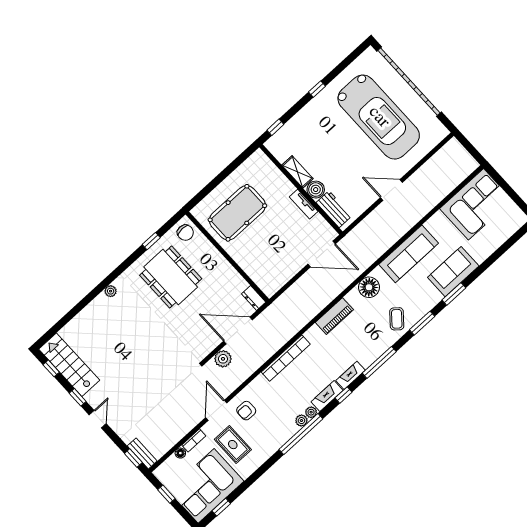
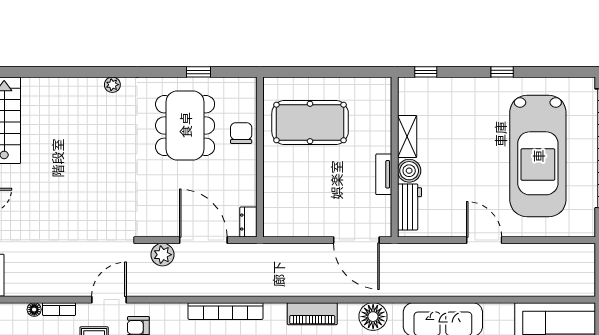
chair: (185, 233) -> (241, 133), moved, turned 180

